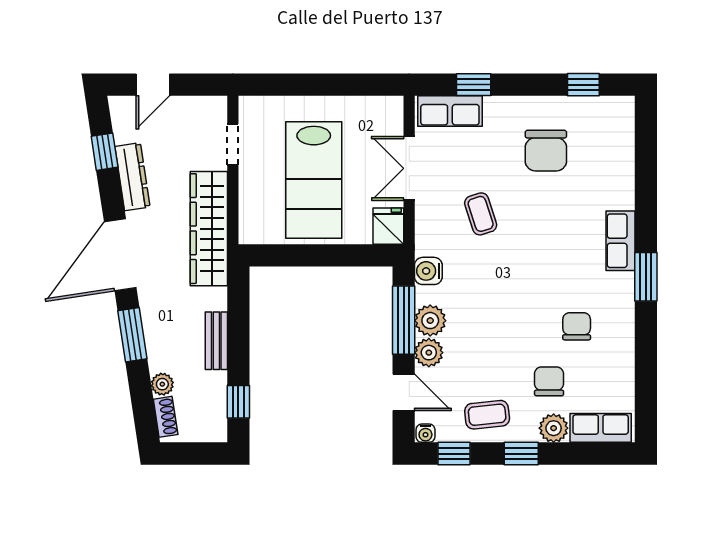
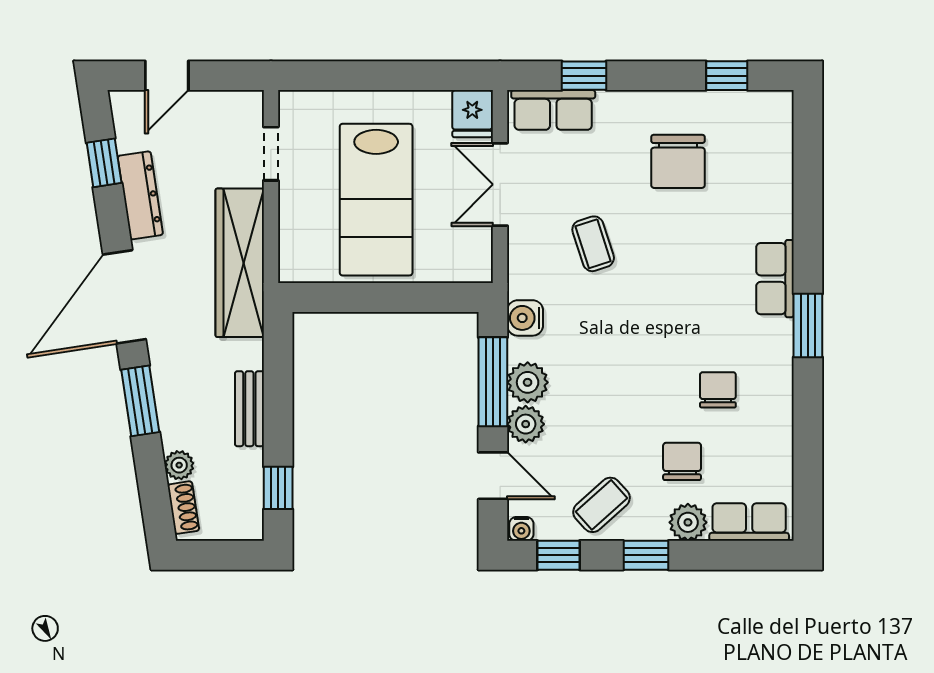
fridge: (388, 226) -> (472, 114), moved, turned 180
coffee table: (487, 415) -> (601, 505), turned -36

